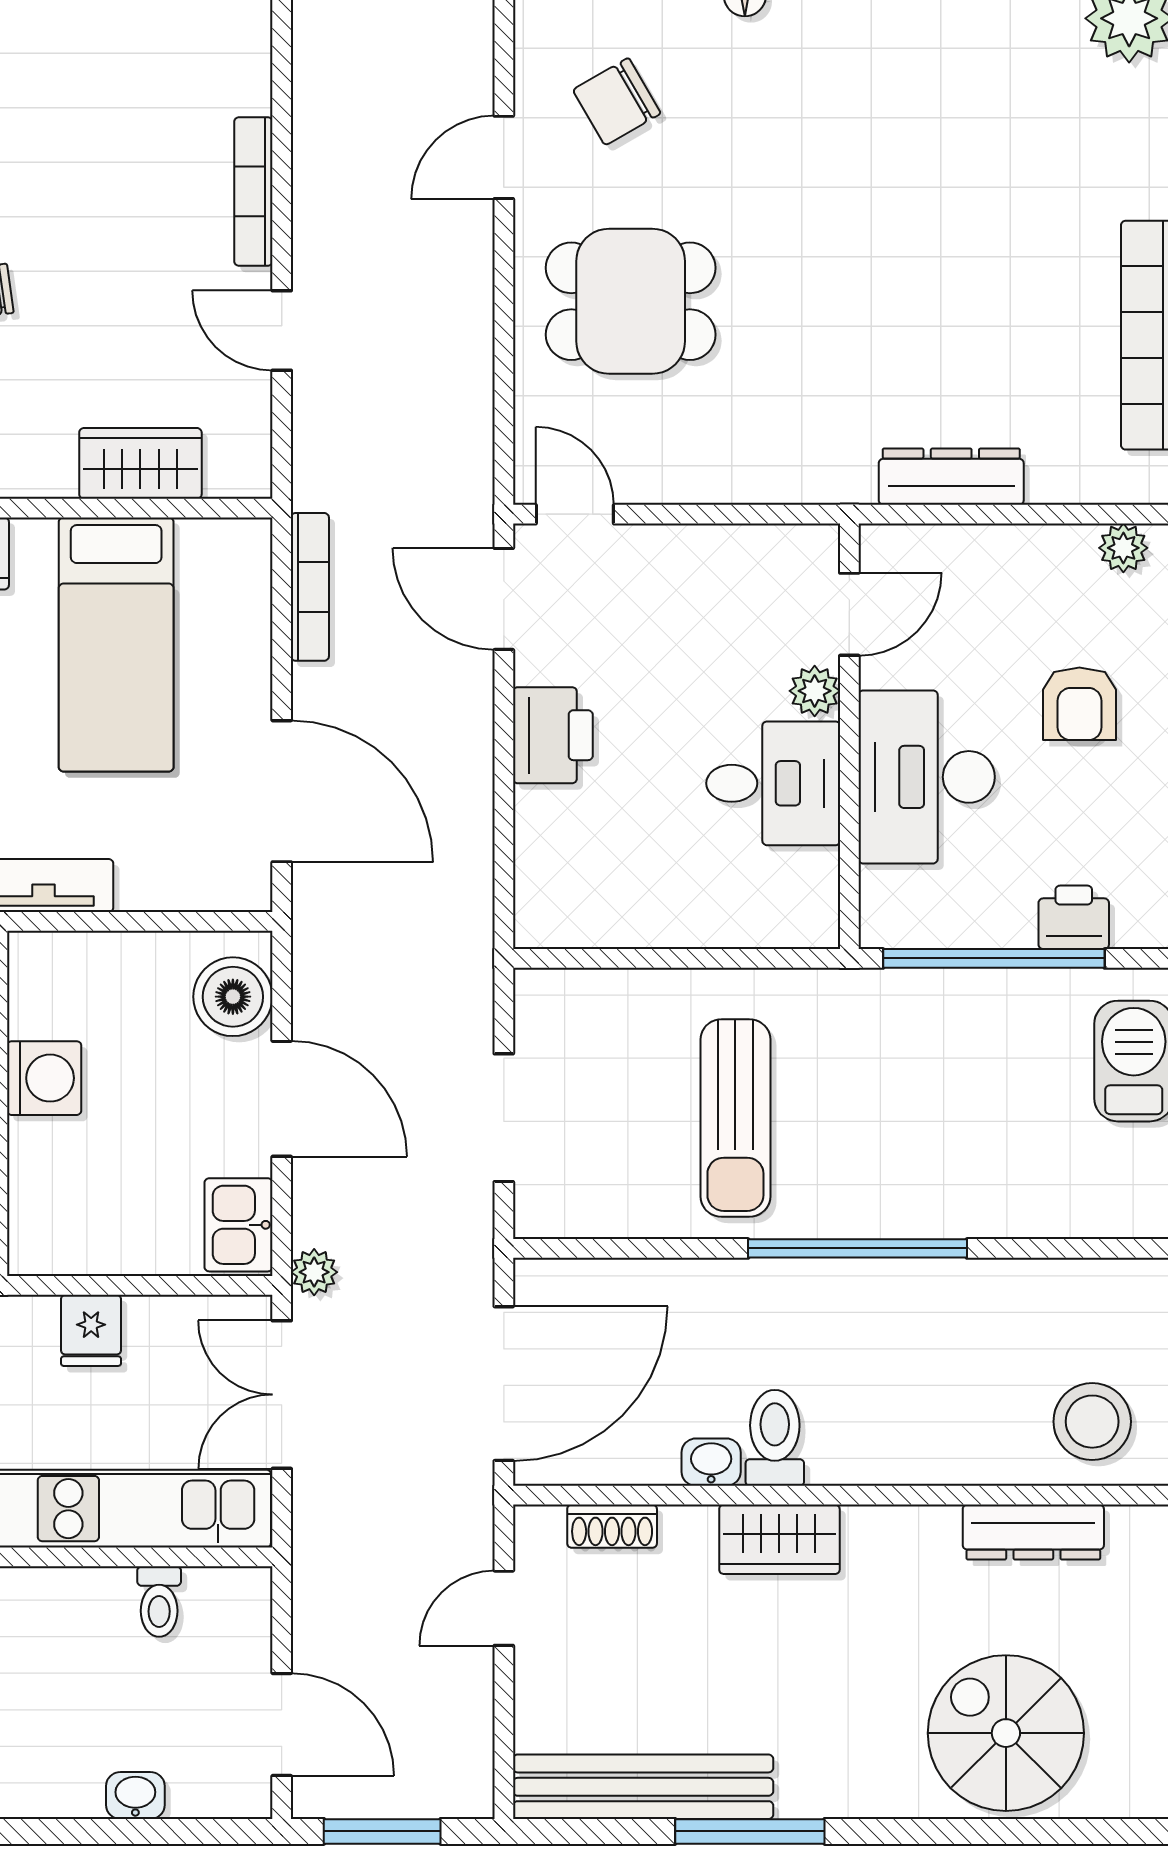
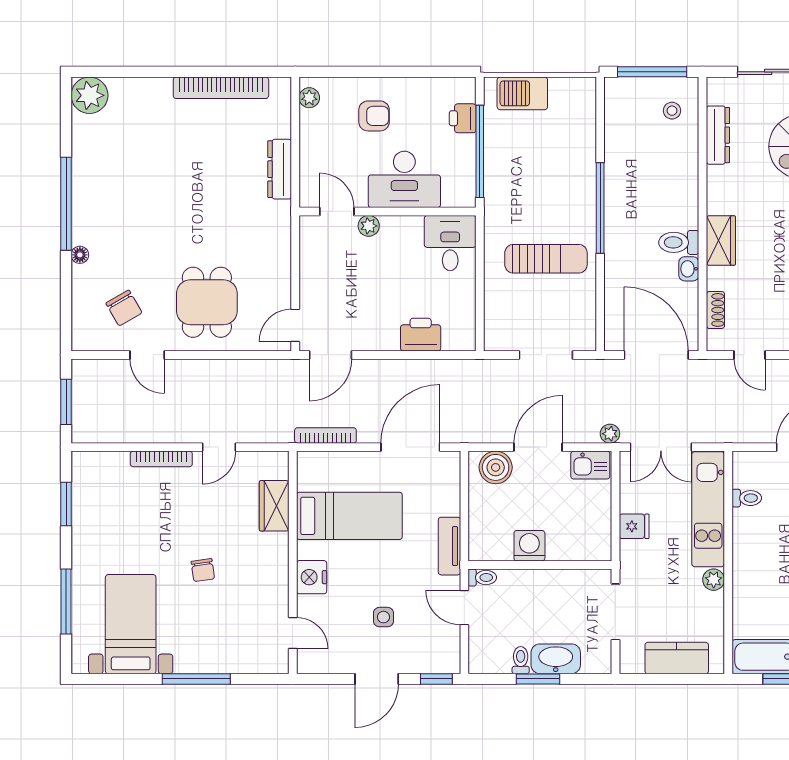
printer: (553, 735) -> (421, 335), moved
desk: (773, 783) -> (450, 243), moved
stool: (1092, 1422) -> (672, 111), width x0.53, depth x0.53

